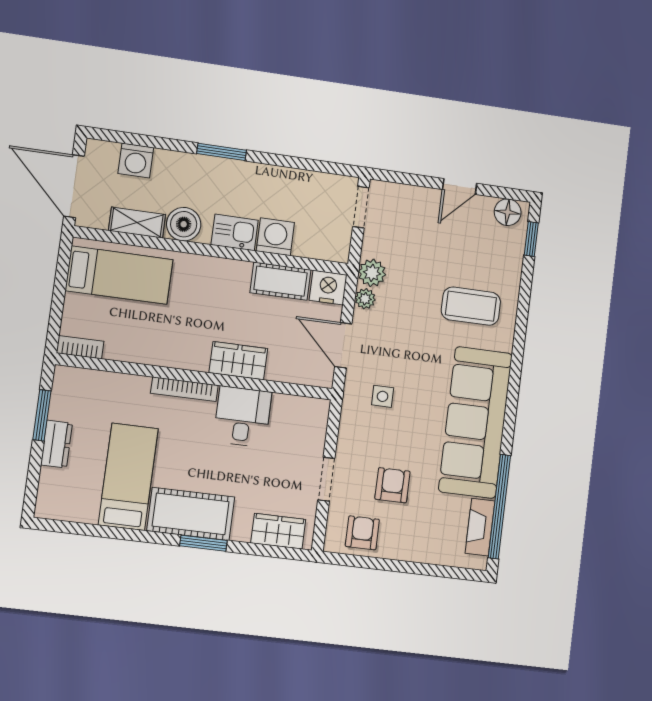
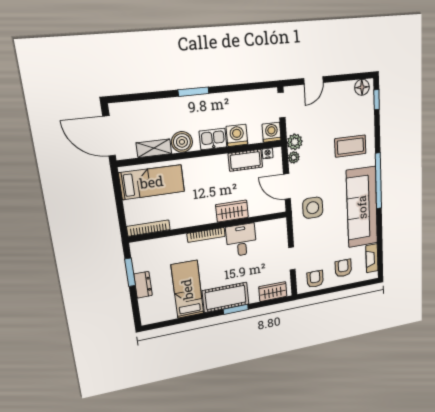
washing machine: (136, 161) -> (272, 132), moved, turned 180
door: (460, 186) -> (313, 80), moved
nightstand: (328, 288) -> (268, 153), width x0.53, depth x0.56
bookcase: (80, 347) -> (148, 228), width x1.56
side table: (383, 396) -> (313, 208), width x1.87, depth x1.87
armchair: (392, 485) -> (343, 268), moved
window: (499, 507) -> (378, 181), moved

